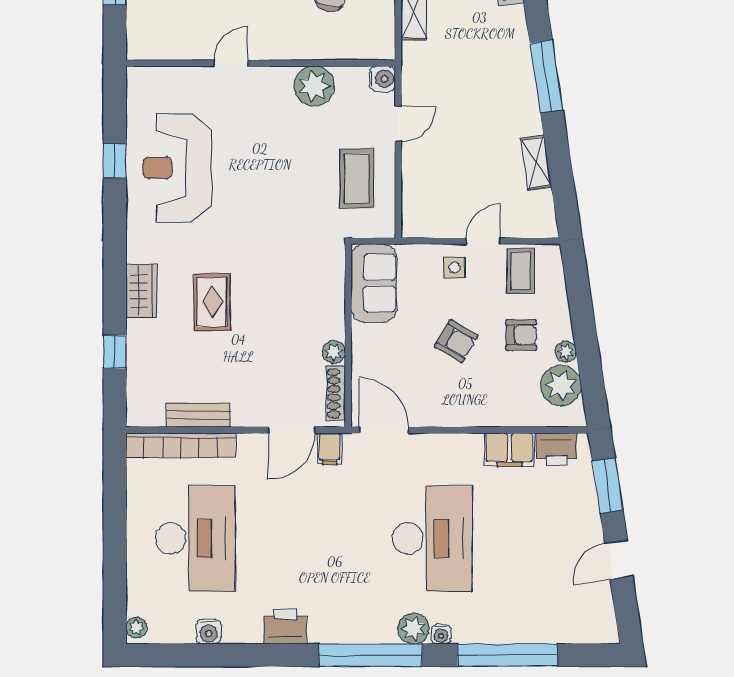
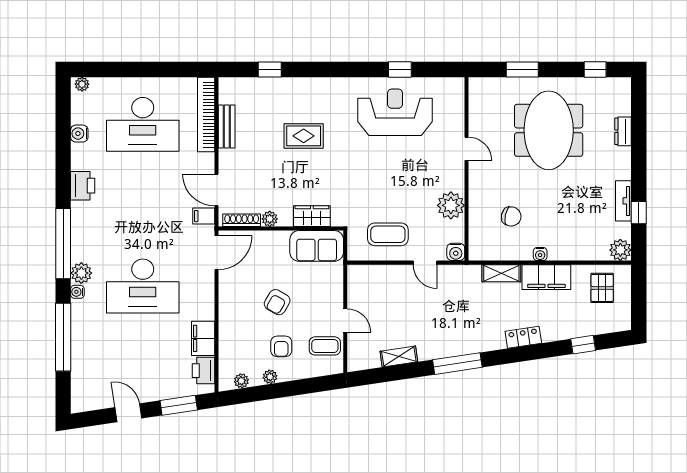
side table: (454, 268) -> (327, 301), removed
wardrobe: (141, 291) -> (312, 216), moved, turned 180
plant: (561, 386) -> (241, 381), width x0.53, depth x0.53

